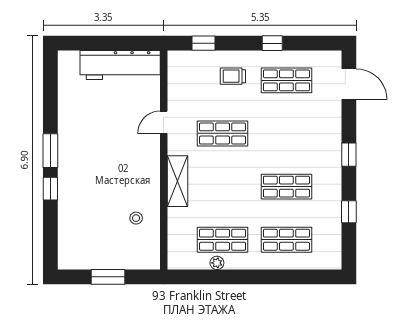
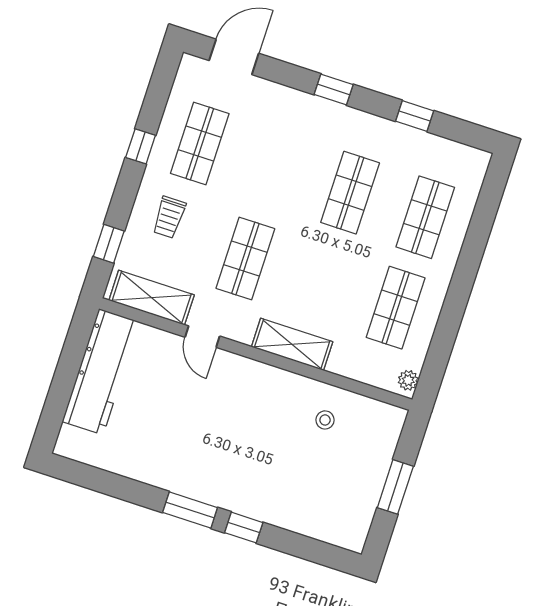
shelving: (178, 82) -> (152, 298), added
plant: (217, 263) -> (408, 380), moved

